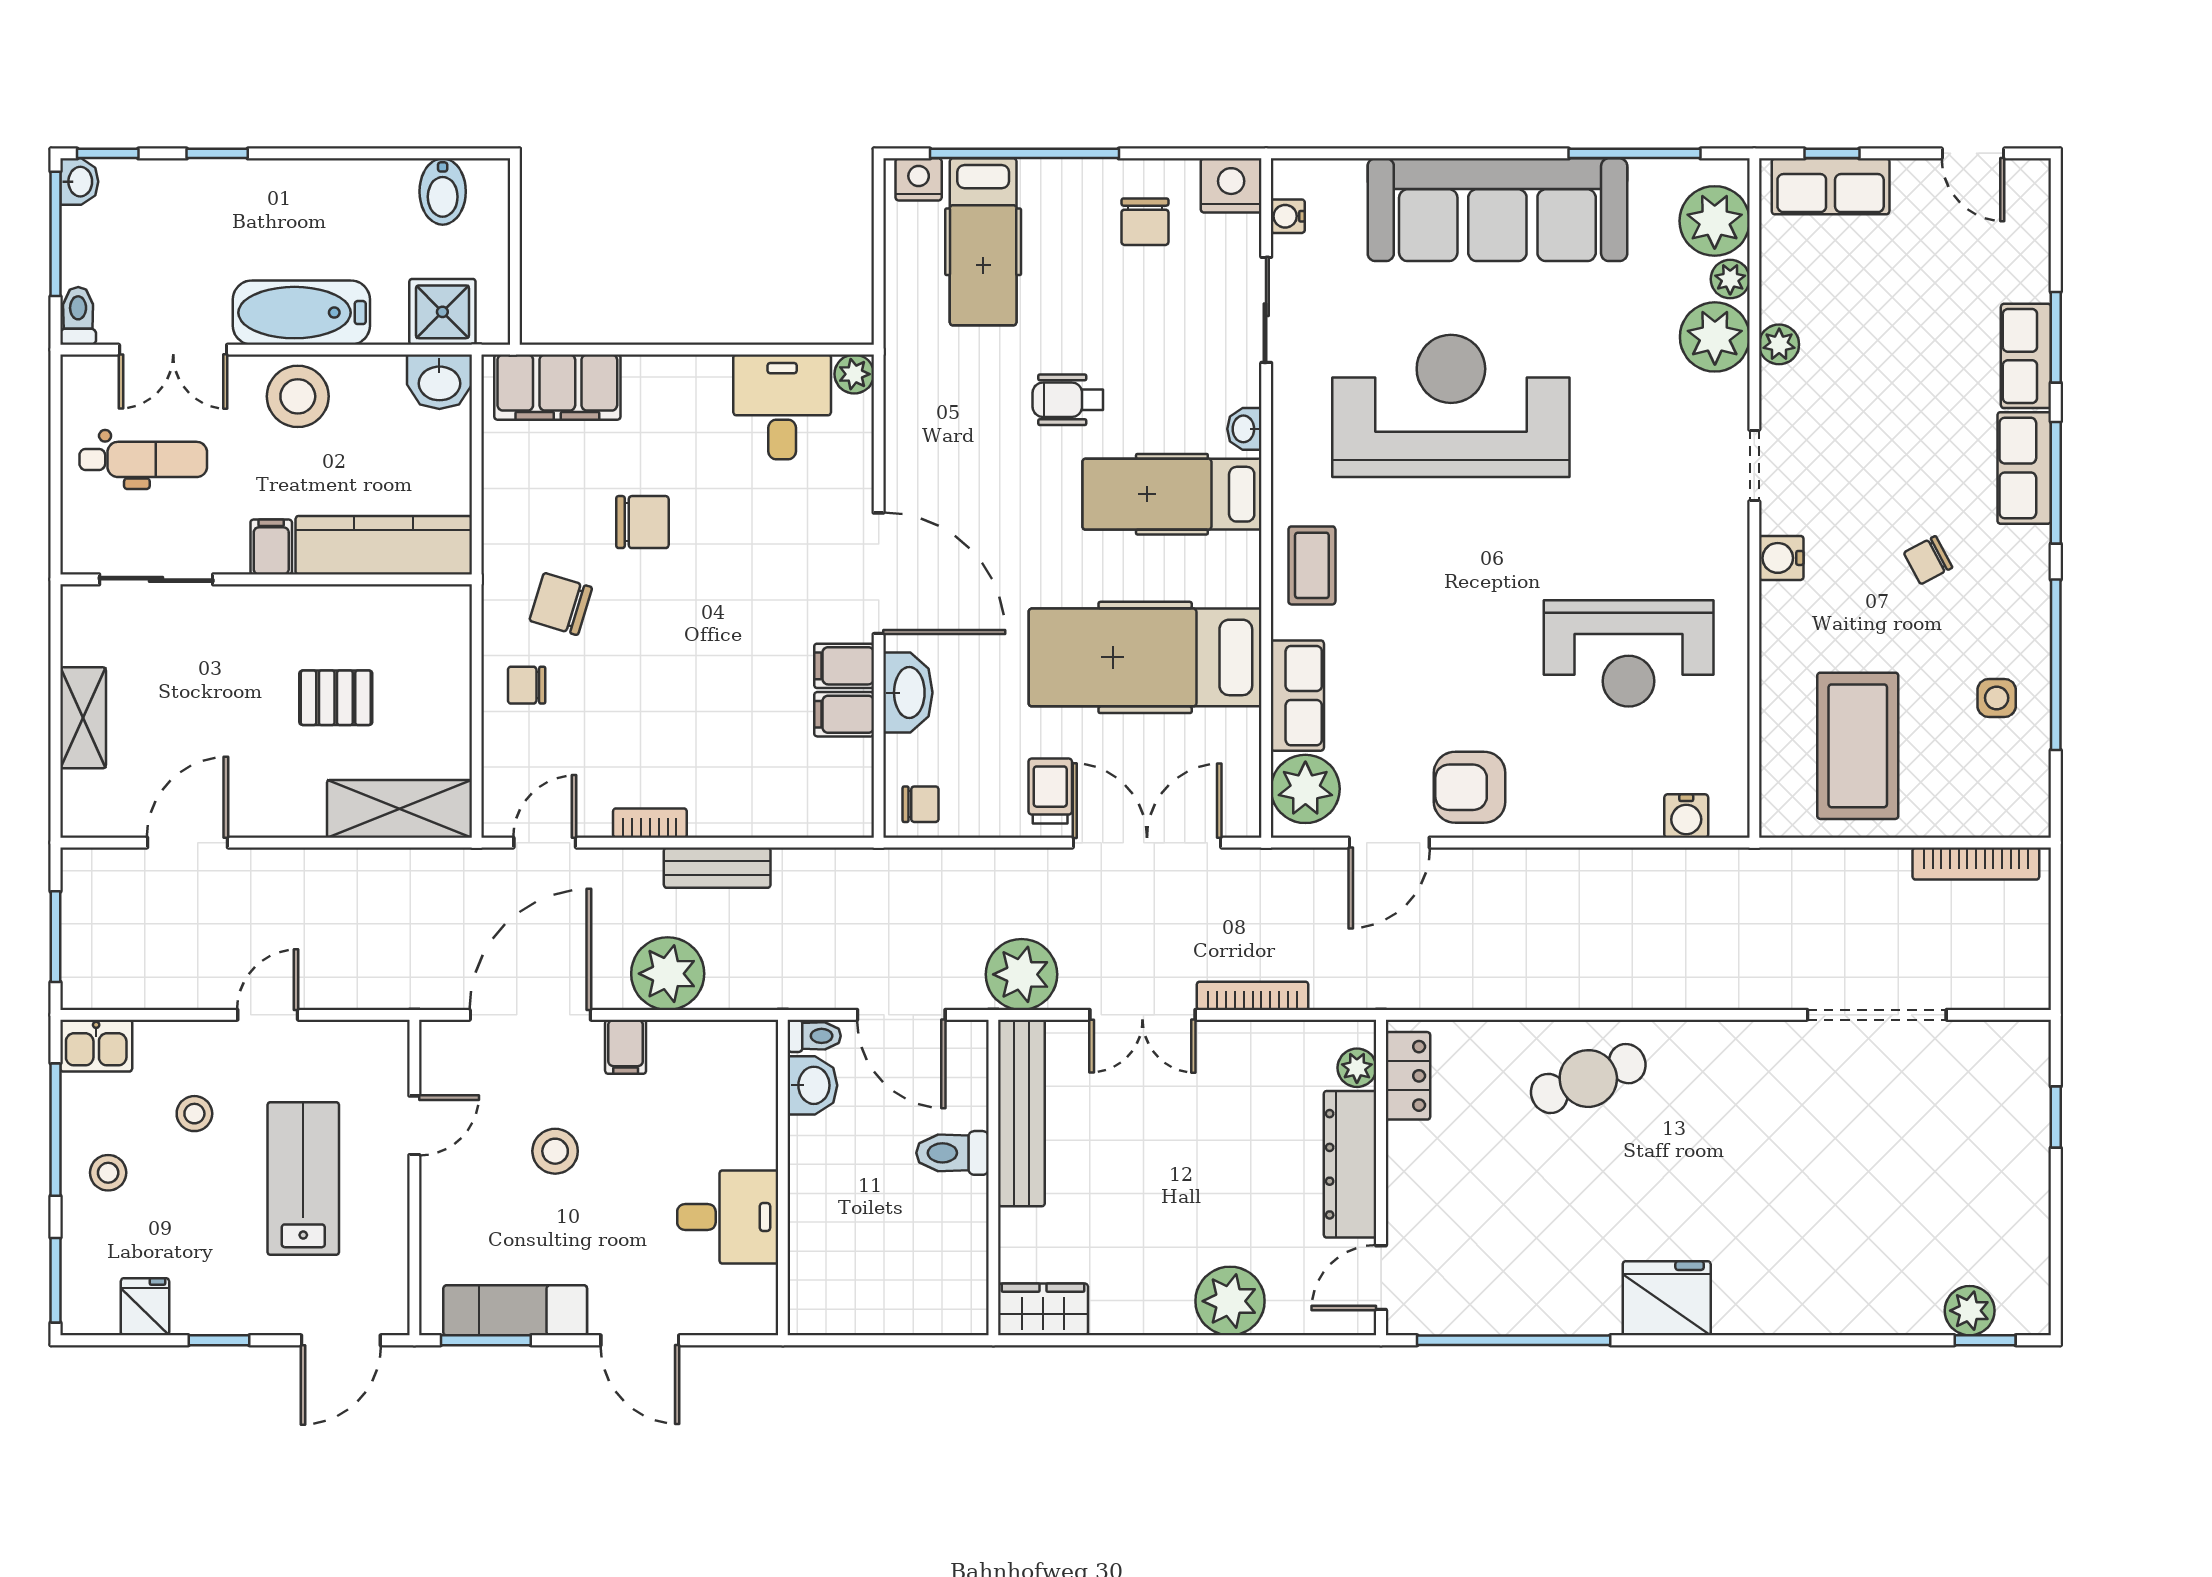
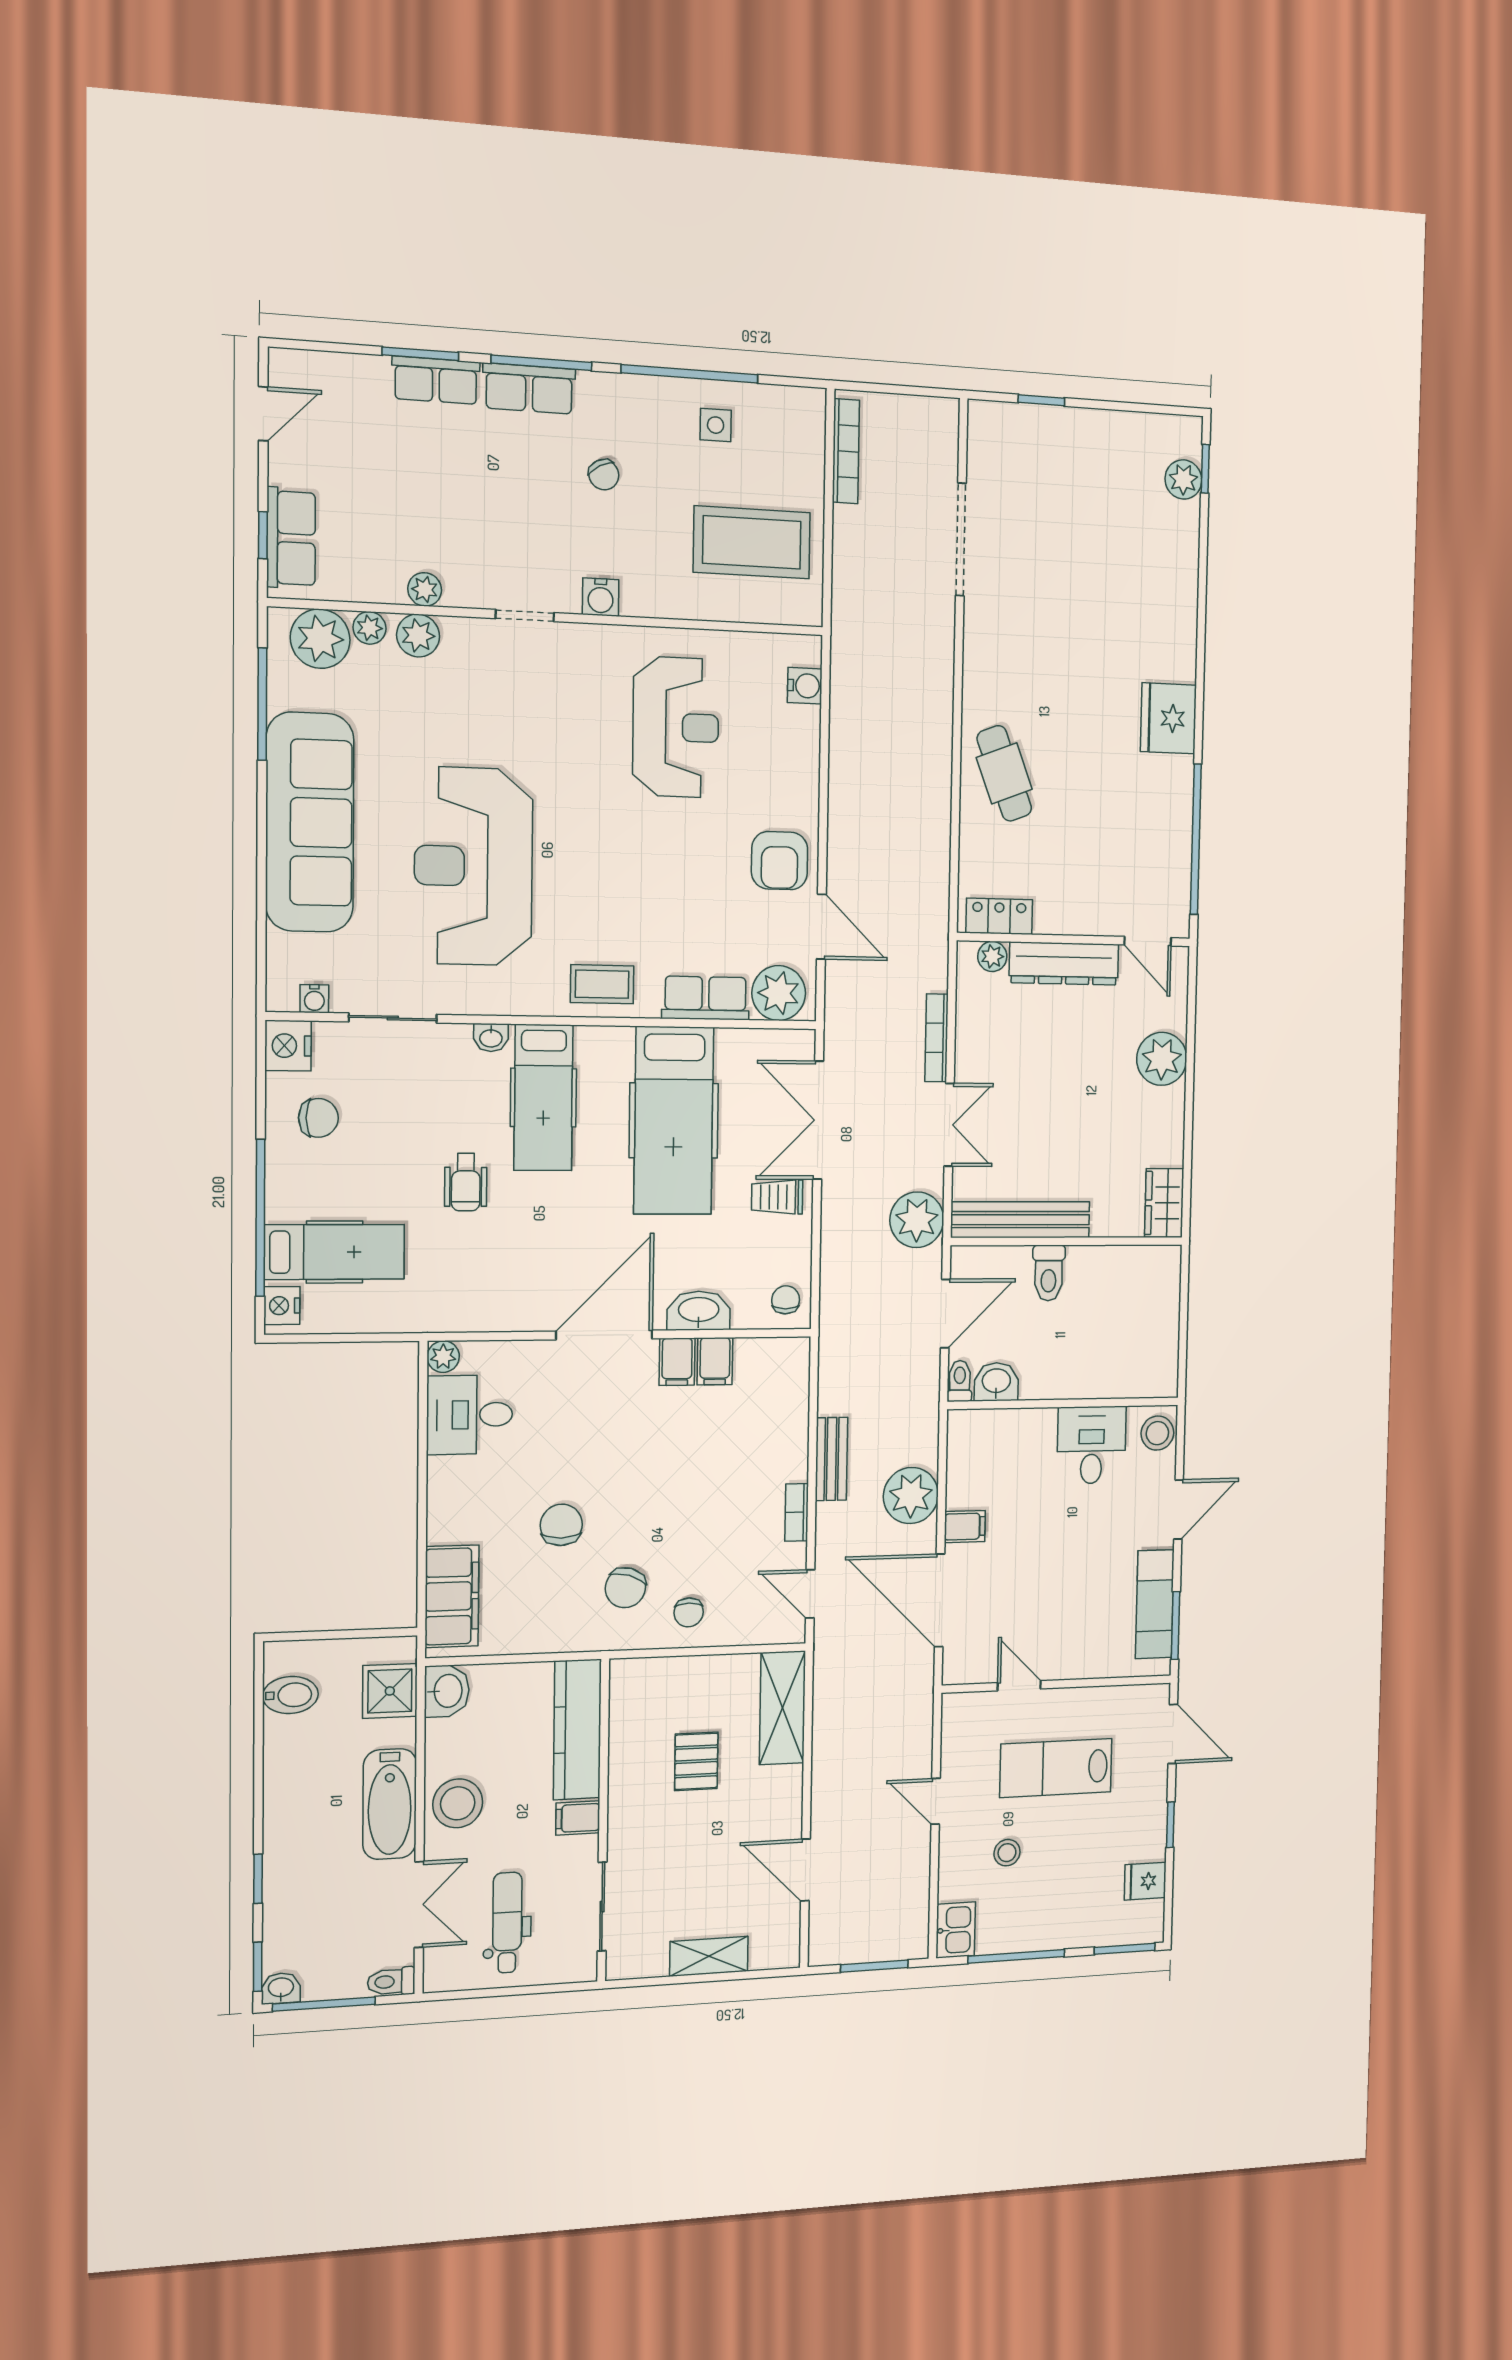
plant: (1715, 337) -> (418, 636), width x0.73, depth x0.73
stool: (555, 1151) -> (1157, 1433), moved
stool: (108, 1173) -> (1048, 1915), removed

